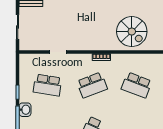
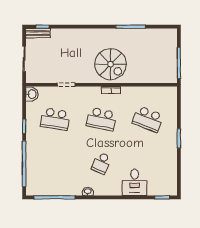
spiral stairs: (132, 32) -> (111, 64), moved
school desk: (92, 85) -> (101, 119), turned 33
washbasin: (25, 110) -> (32, 94), moved

